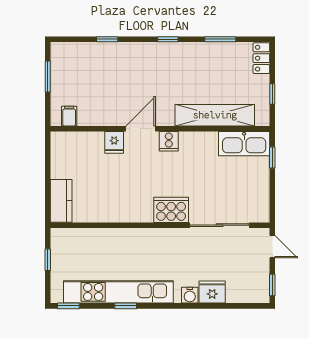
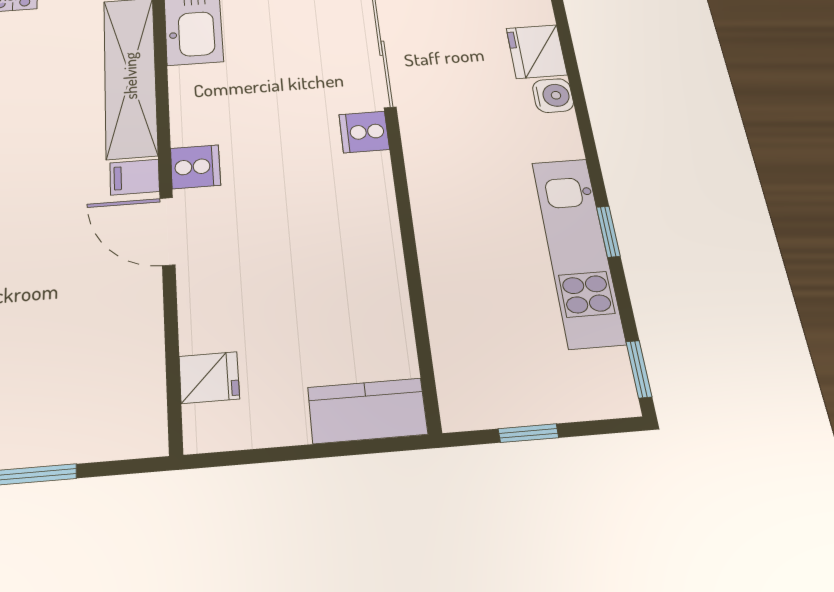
filing cabinet: (69, 116) -> (135, 177), moved
fridge: (114, 142) -> (209, 378), moved
cooker: (171, 210) -> (364, 132), width x0.53, depth x0.76
kitchen unit: (118, 292) -> (578, 251), width x0.73

